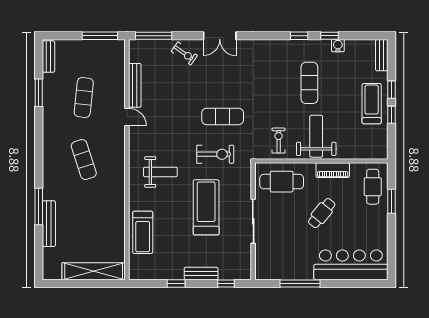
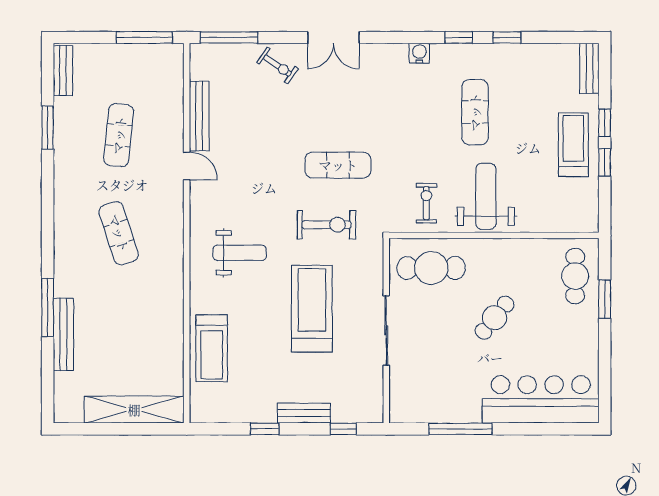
water cooler: (338, 46) -> (419, 53), moved
piano: (333, 170) -> (512, 250), removed

